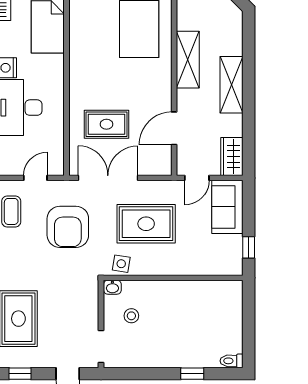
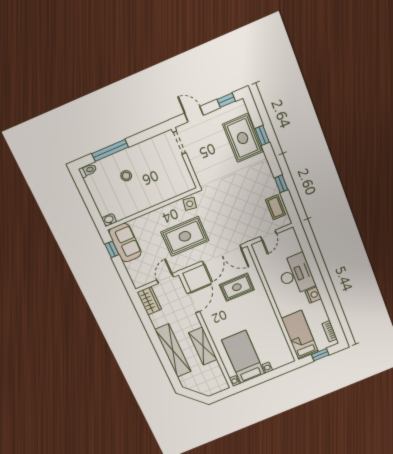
shelving: (232, 85) -> (173, 351), width x1.47
sofa: (227, 207) -> (125, 243), moved
armchair: (68, 227) -> (235, 213), removed
washbasin: (112, 287) -> (109, 220), moved
stool: (131, 316) -> (126, 176), moved
window: (192, 374) -> (110, 150), width x2.17

